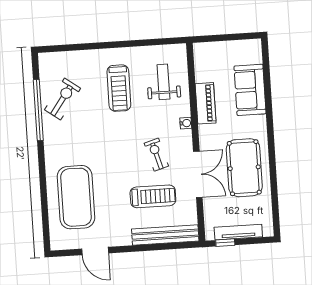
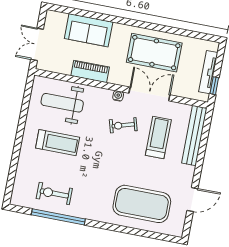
double door: (220, 38) -> (37, 44), added
weight bench: (163, 82) -> (62, 103), width x1.36, depth x1.33
exercise bike: (63, 99) -> (54, 193), turned -36
water cooler: (186, 123) -> (118, 96), moved

